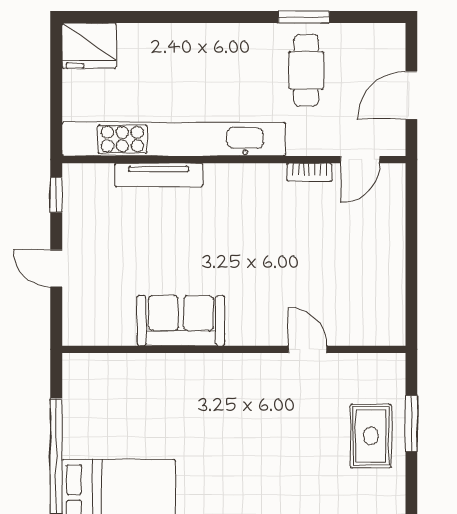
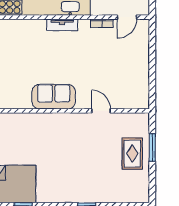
tv unit: (159, 175) -> (62, 25), moved, width x0.71
sofa: (181, 321) -> (54, 97), moved

